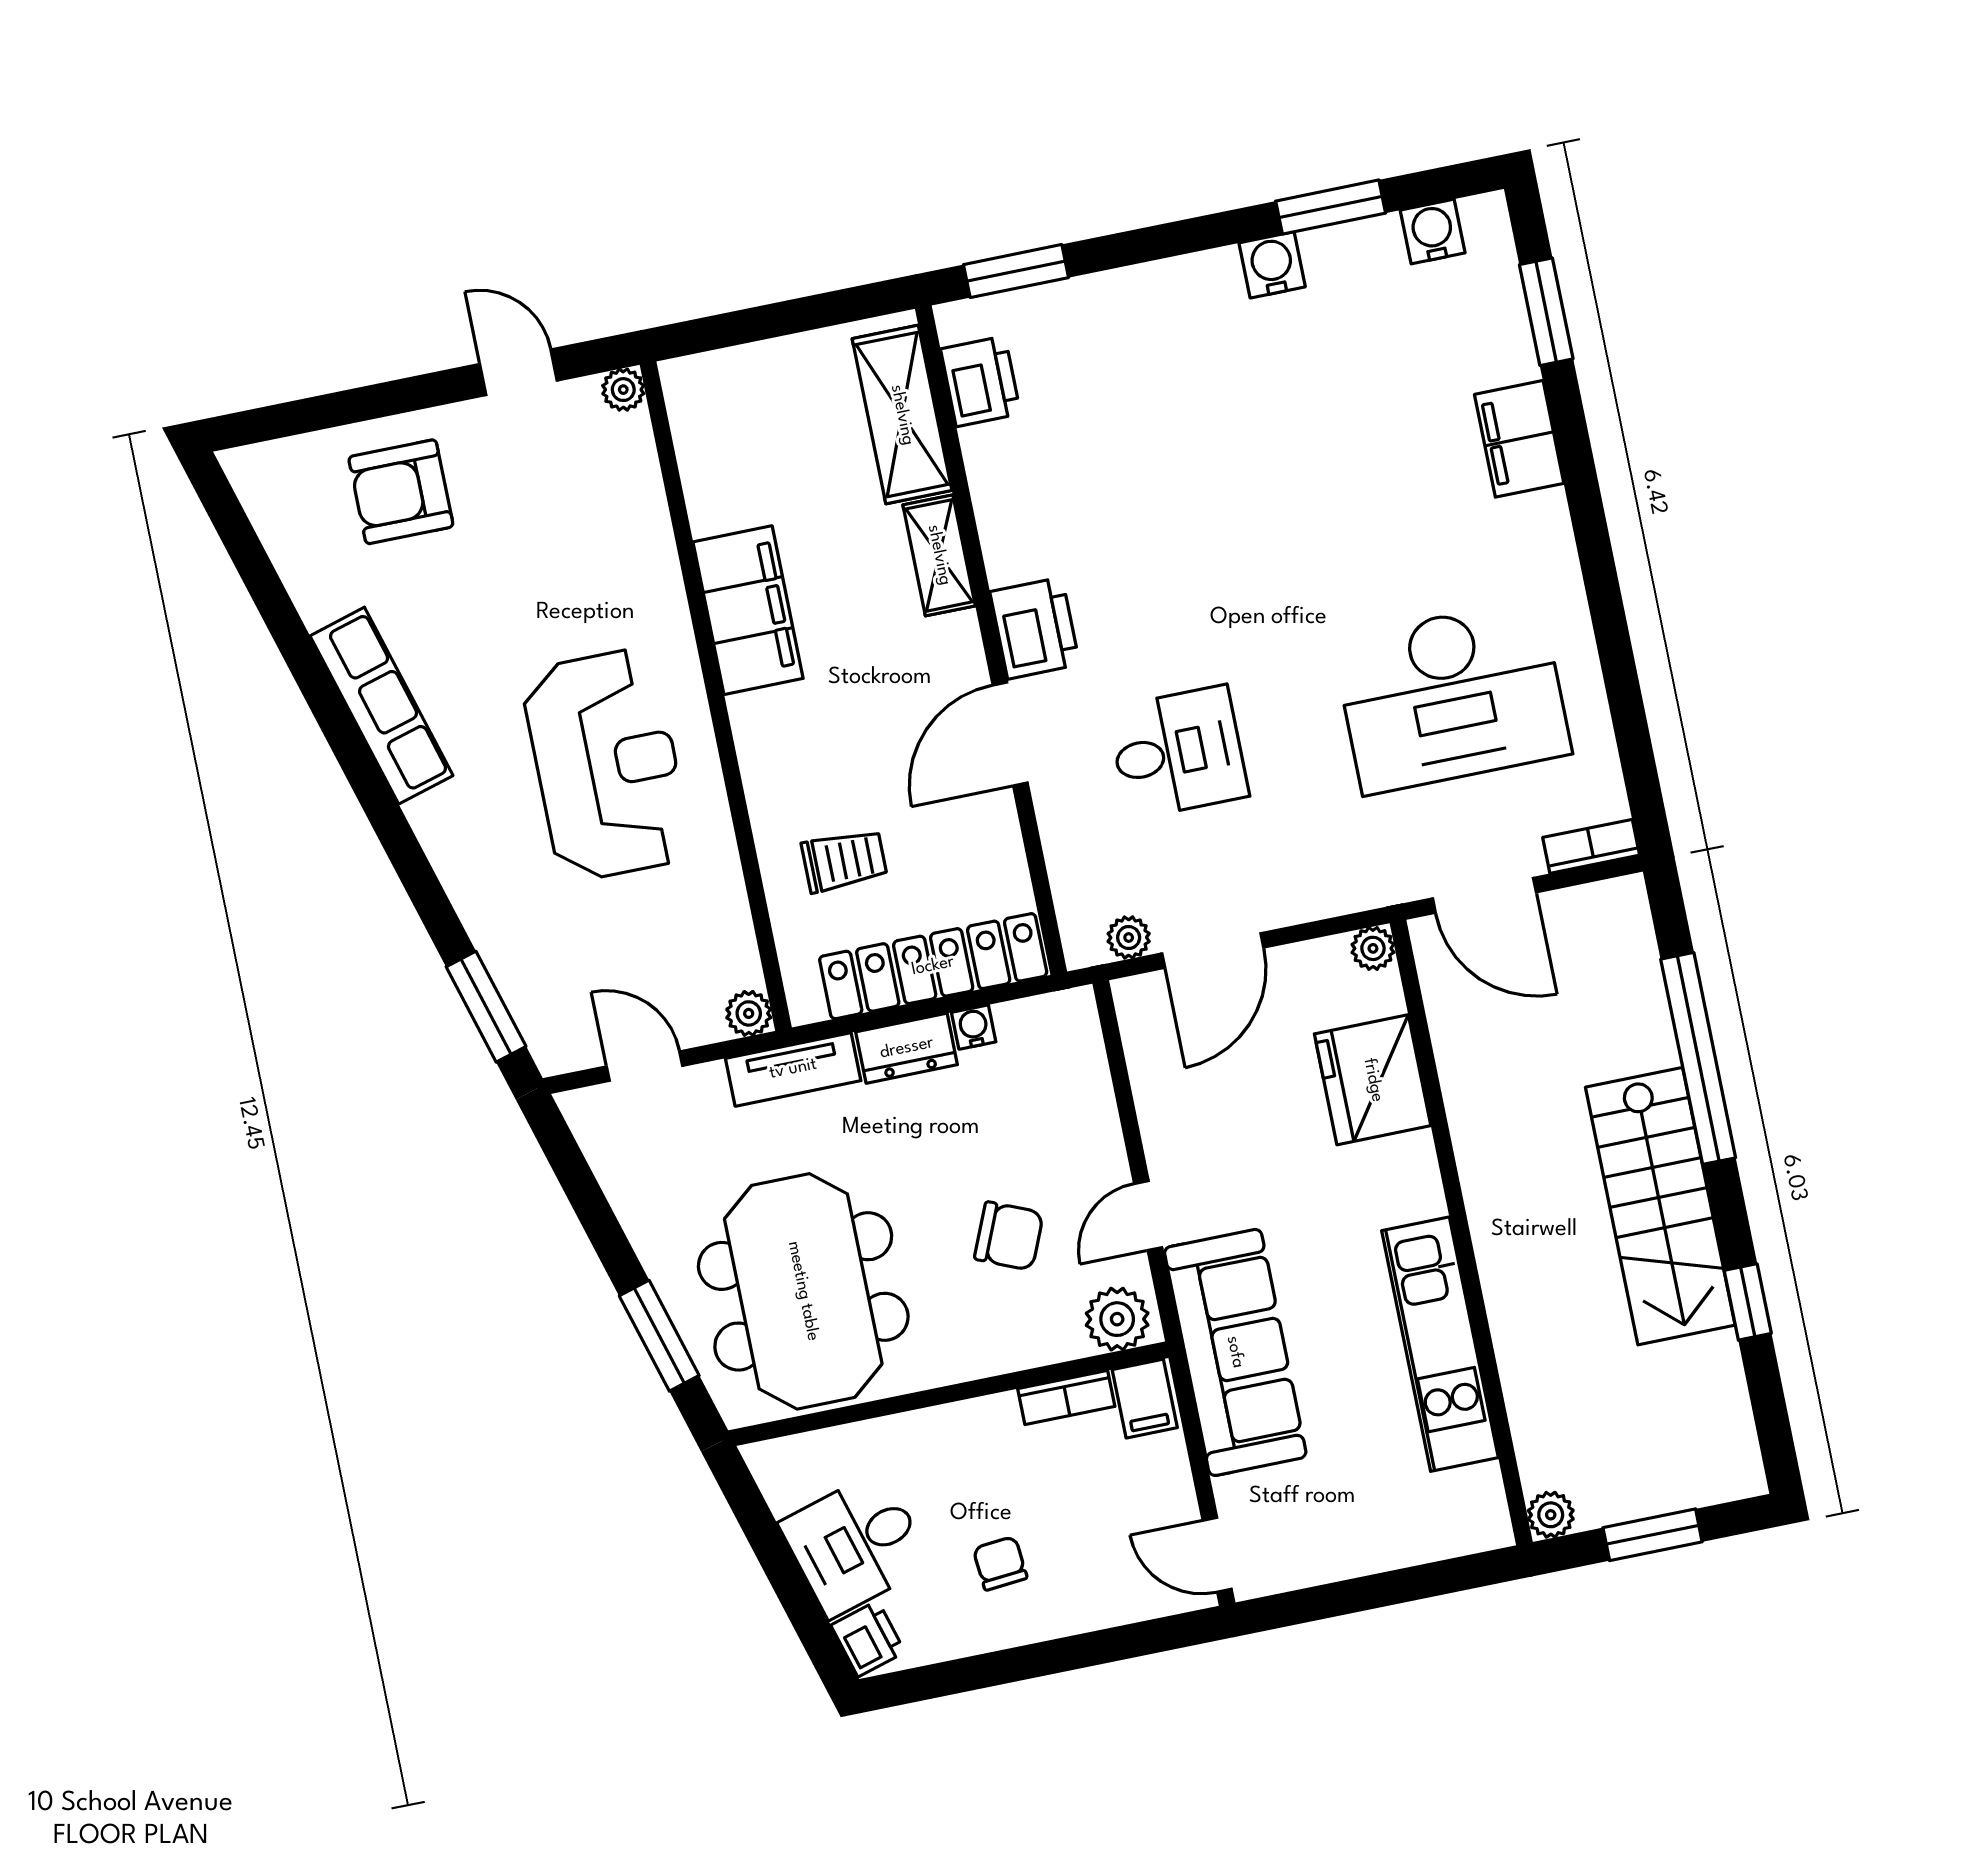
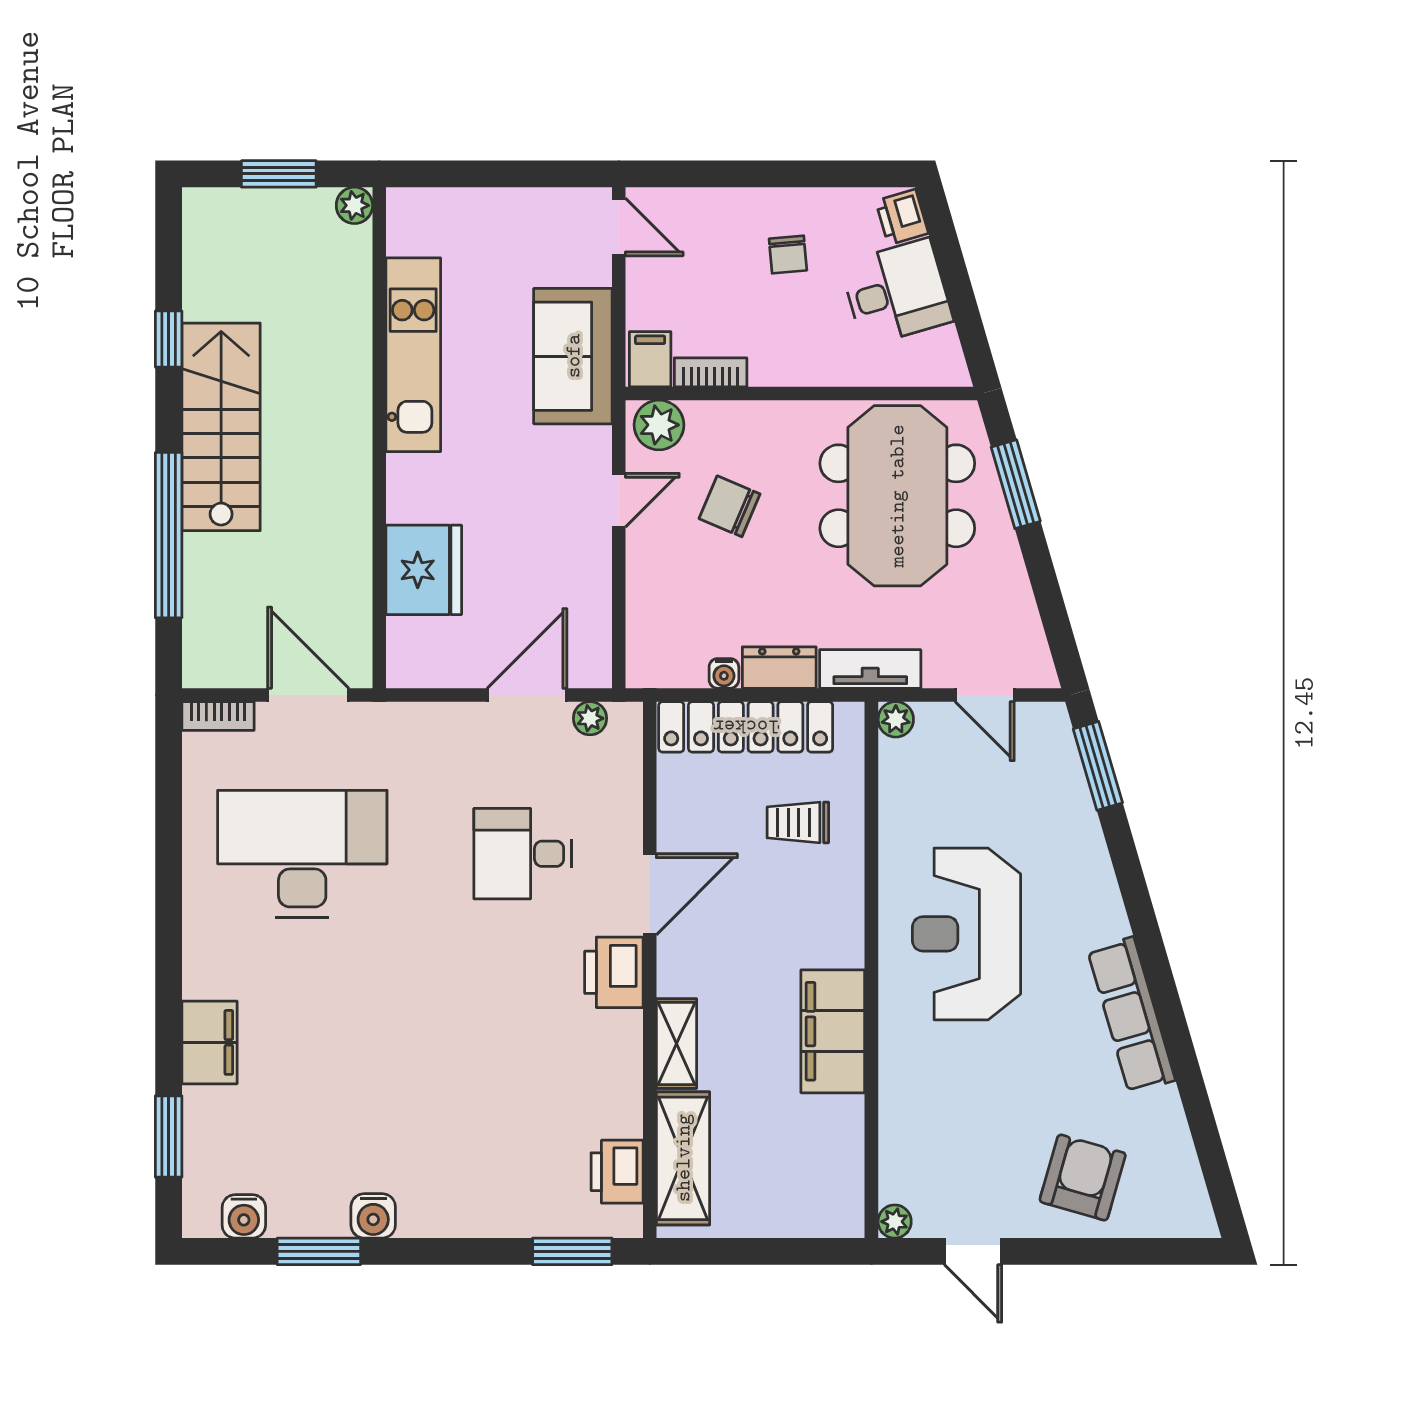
armchair: (401, 492) -> (1083, 1177), turned -74
plant: (1373, 948) -> (403, 671), removed
sofa: (1235, 1352) -> (573, 356), width x0.73

